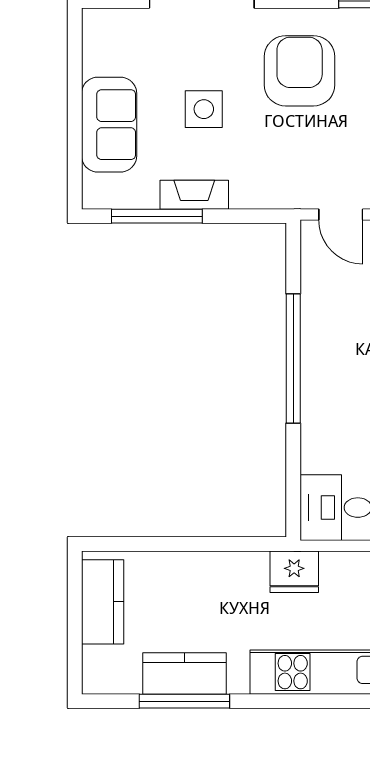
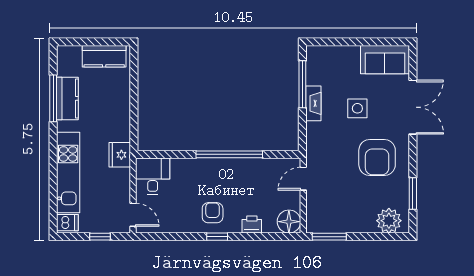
armchair: (300, 71) -> (377, 157), turned 90
sofa: (109, 125) -> (385, 60), moved

